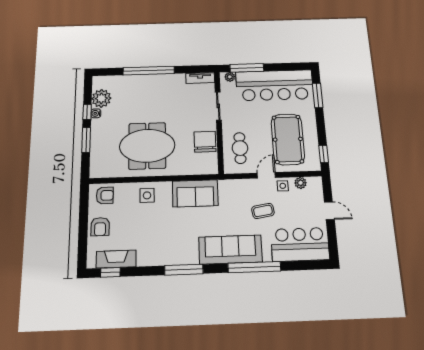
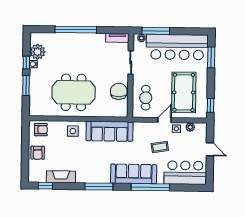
sofa: (195, 193) -> (109, 131), width x1.36
fireplace: (116, 259) -> (61, 177), moved

